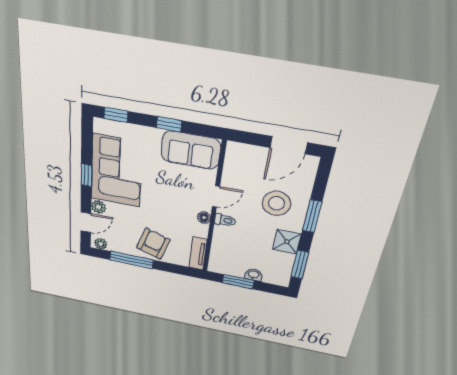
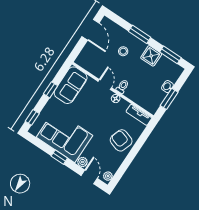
stool: (276, 203) -> (123, 51), width x0.53, depth x0.53
window: (131, 260) -> (127, 162), removed

